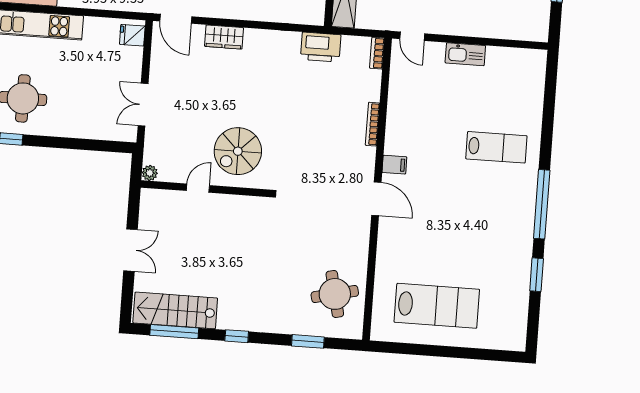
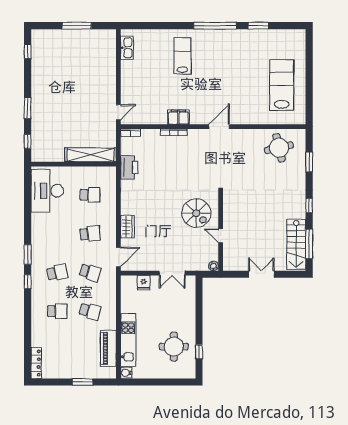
fridge: (132, 35) -> (144, 283), moved
kitchen sink: (465, 54) -> (127, 48), moved
filing cabinet: (394, 165) -> (178, 117), moved, width x2.00

